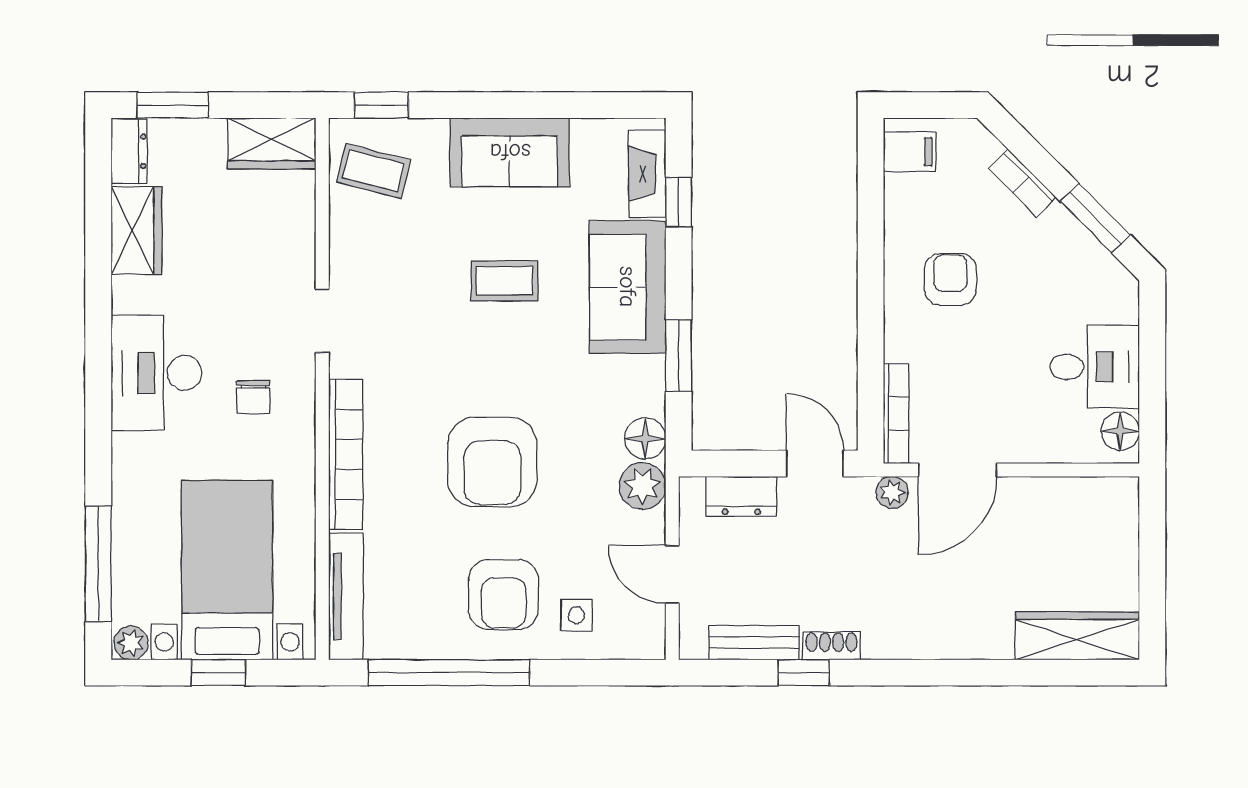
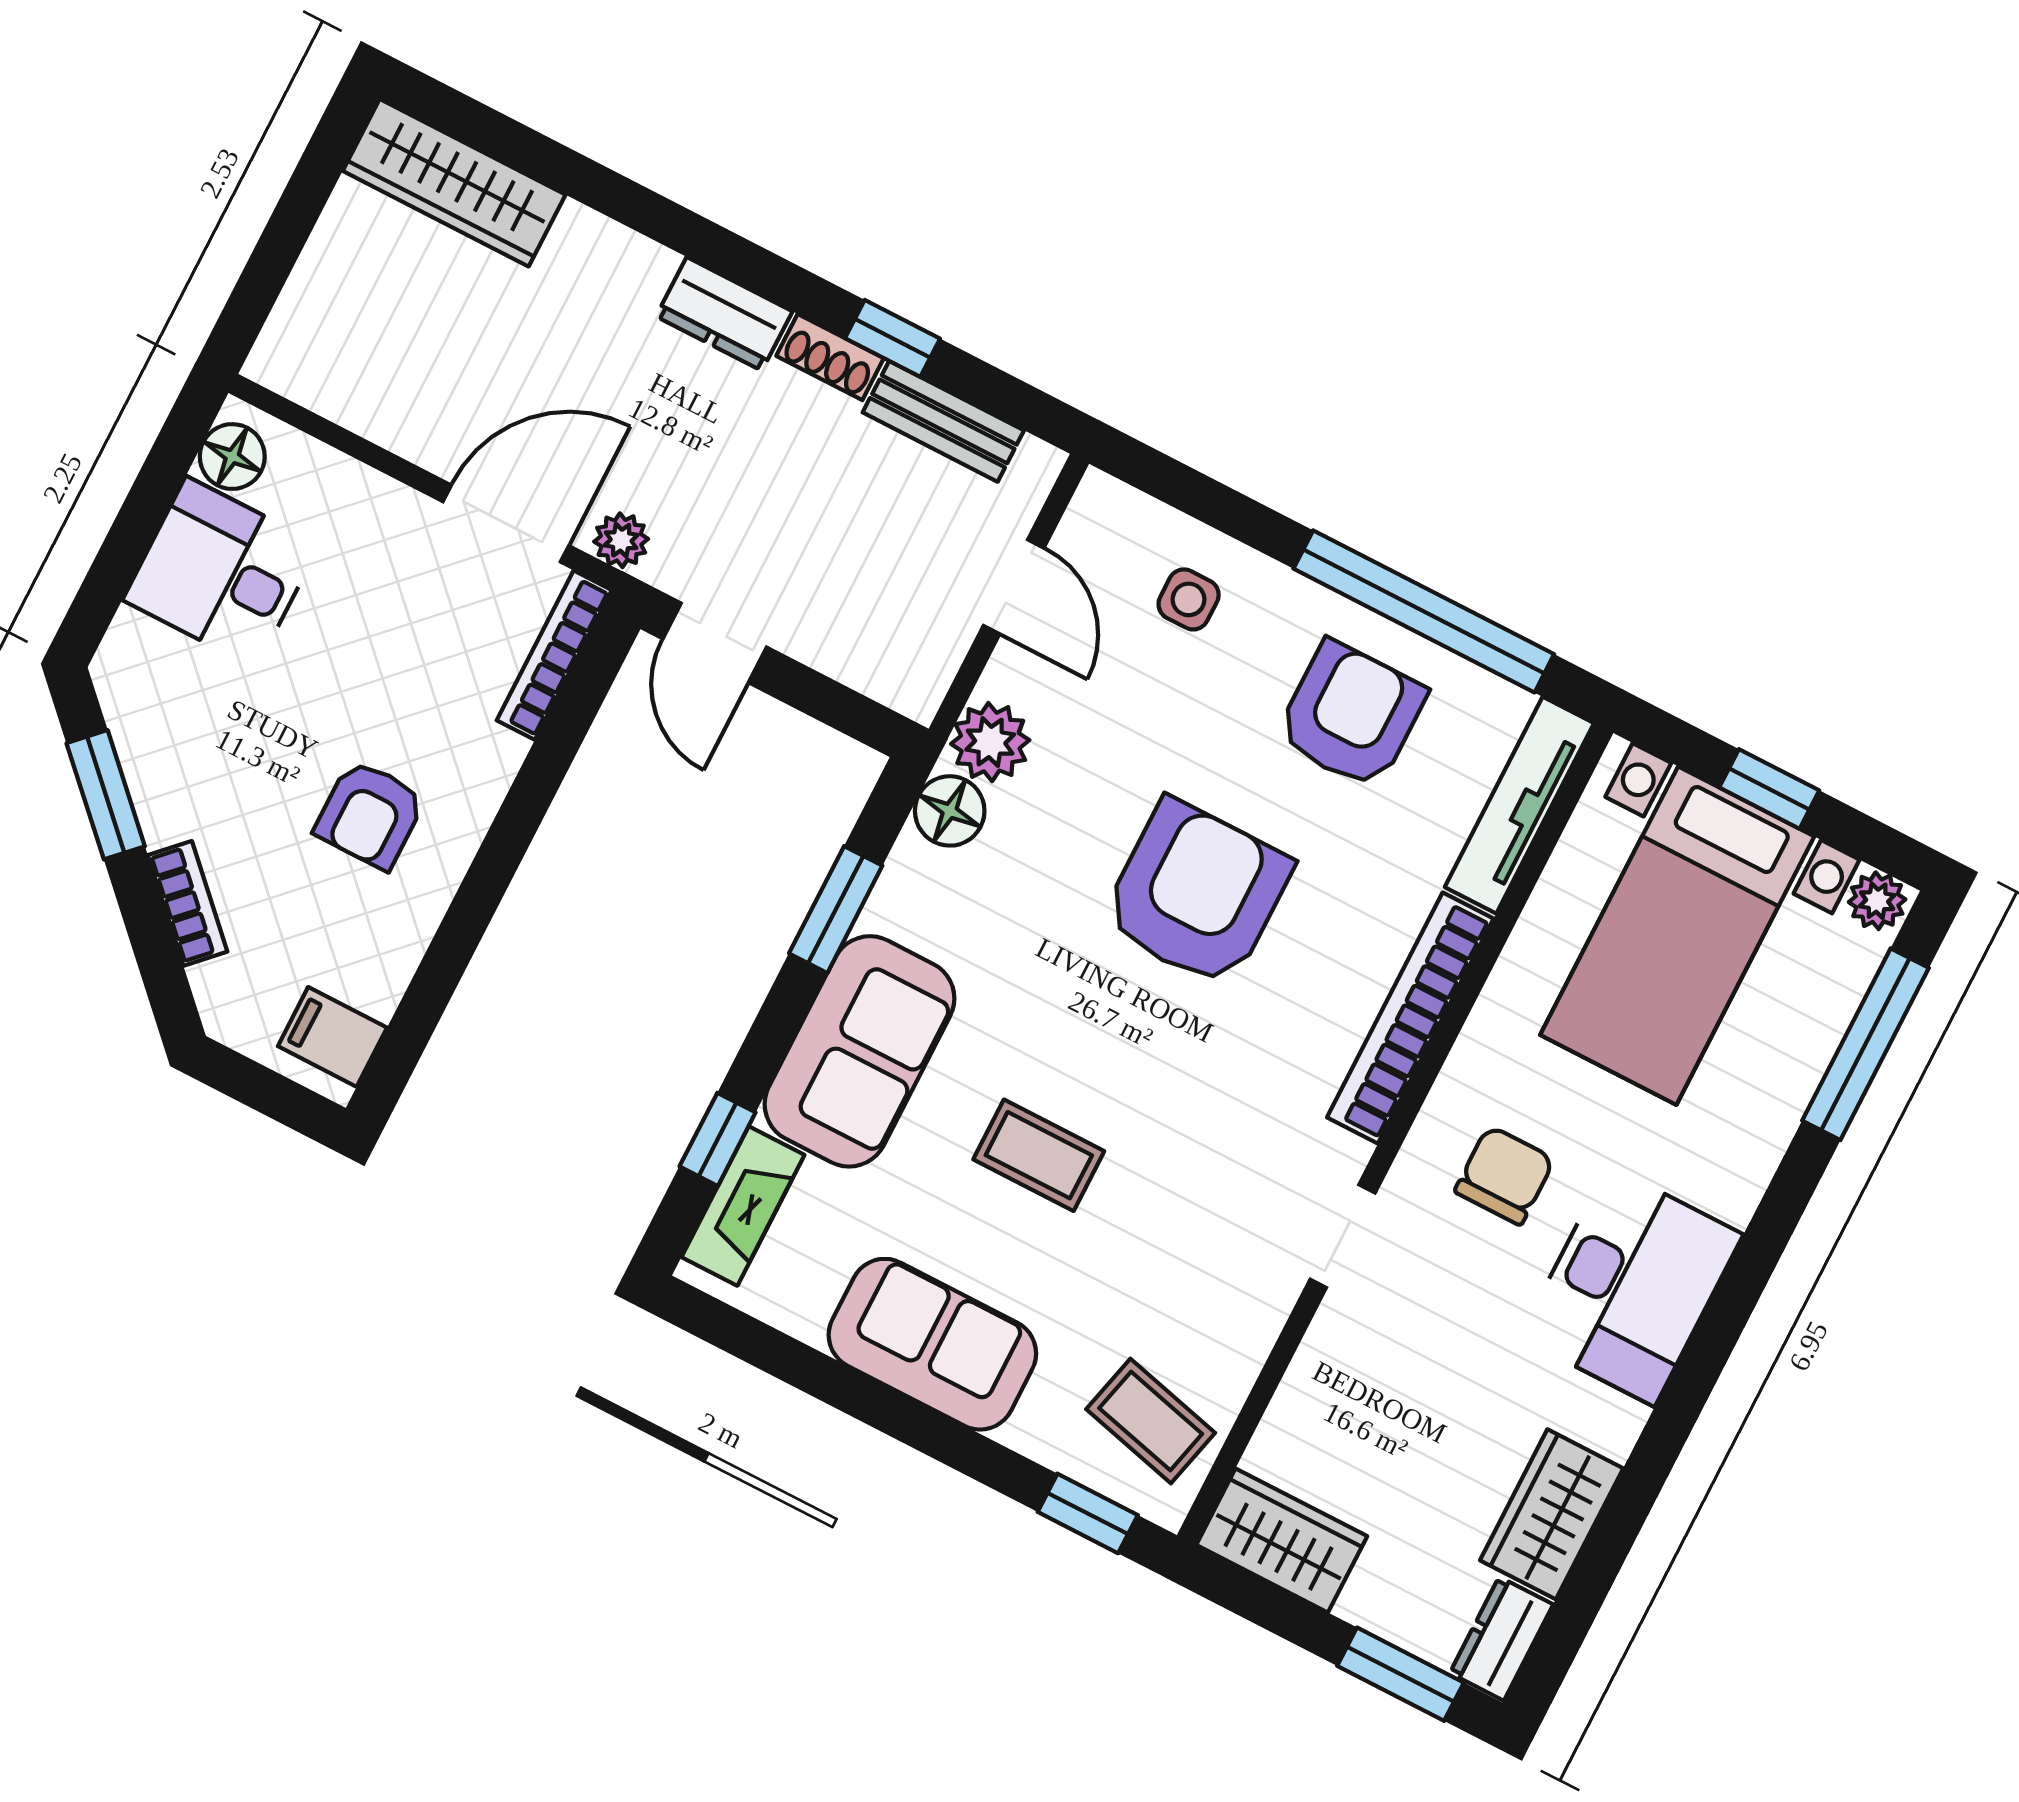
chair: (253, 397) -> (1505, 1175), width x1.37, depth x1.37
dresser: (741, 496) -> (724, 314), moved, turned 180
armchair: (504, 594) -> (1351, 715), moved

